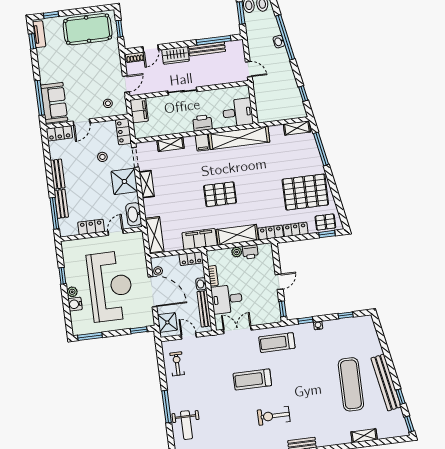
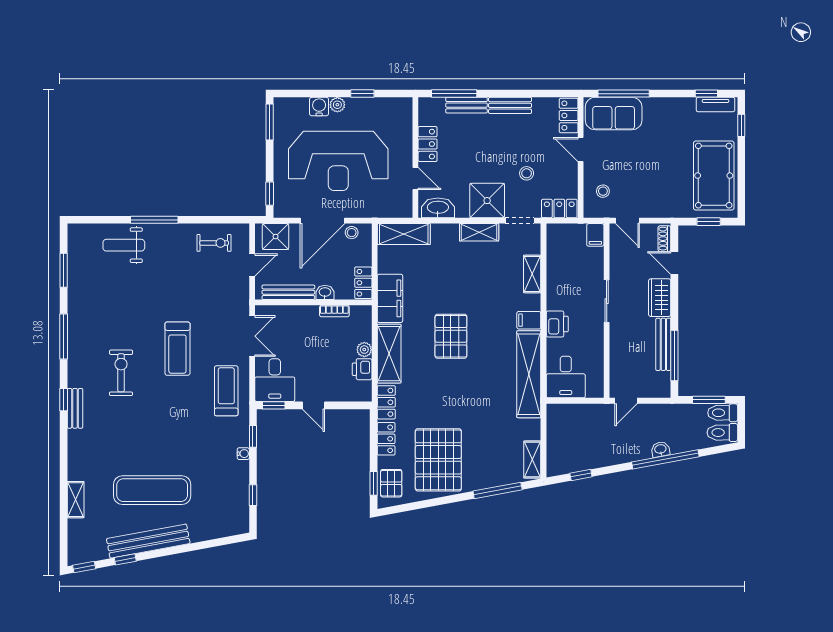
filing cabinet: (139, 111) -> (595, 235), width x0.50
desk: (227, 299) -> (275, 380), moved, turned 180
treadmill: (252, 379) -> (177, 349), turned 180

